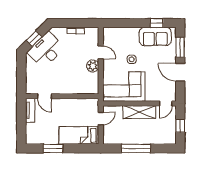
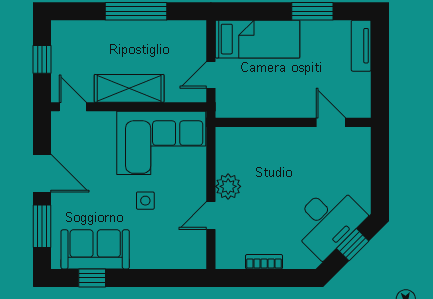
door: (101, 52) -> (211, 215), hinge flipped
door: (166, 103) -> (73, 107), hinge flipped
tv unit: (30, 110) -> (361, 46), moved

